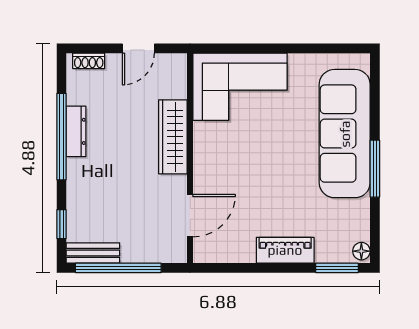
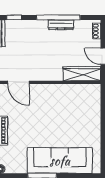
corner sofa: (240, 87) -> (84, 108), removed
wardrobe: (173, 137) -> (82, 74), moved

